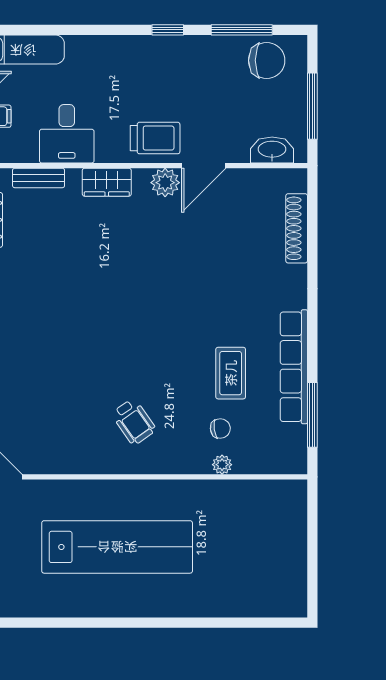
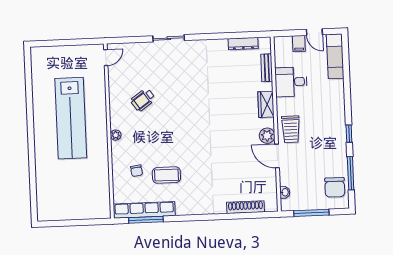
washbasin: (272, 150) -> (285, 192), width x0.52, depth x0.69
row of seats: (294, 367) -> (144, 210), moved
wheelchair: (134, 422) -> (143, 100), moved
plant: (222, 465) -> (116, 135), moved

